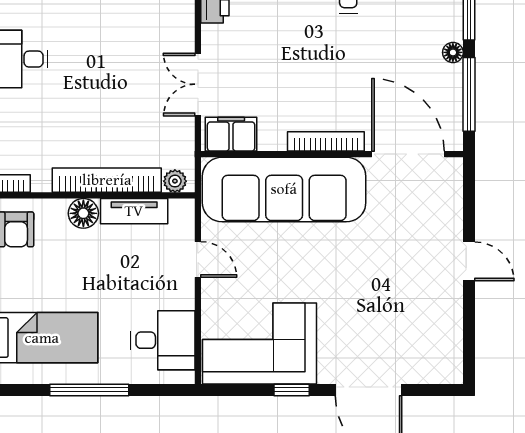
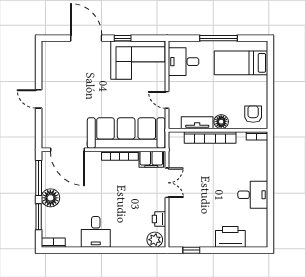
floor lamp: (453, 52) -> (50, 198), width x1.89, depth x1.89
bookcase: (326, 141) -> (120, 156), moved
plant: (175, 181) -> (178, 137), removed

